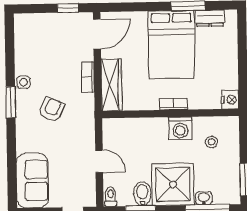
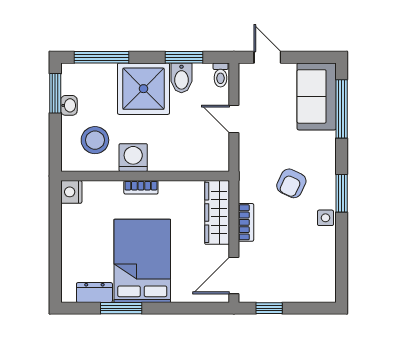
stool: (212, 142) -> (95, 140), width x1.89, depth x1.89
window: (12, 171) -> (342, 109), added
washbasin: (204, 198) -> (69, 105), moved, turned -90

